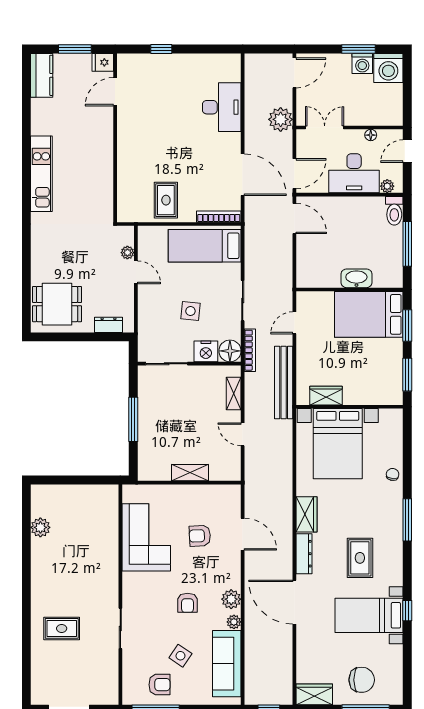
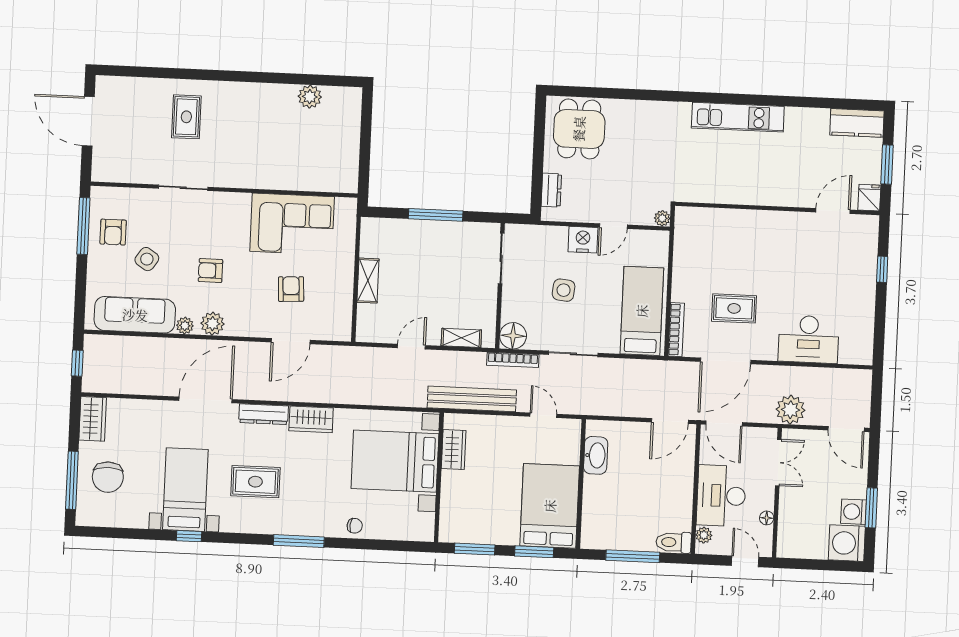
door: (115, 92) -> (833, 211), hinge flipped
rug: (166, 200) -> (734, 308), moved
plant: (127, 253) -> (662, 218), moved
washbasin: (356, 278) -> (596, 455), moved
nightstand: (206, 351) -> (583, 240), moved, turned 90

